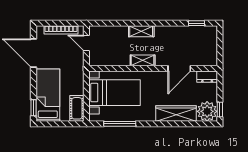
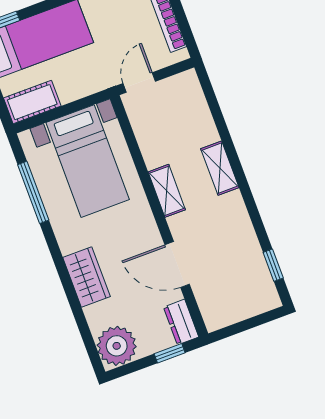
door: (86, 43) -> (139, 82), moved
window: (220, 109) -> (170, 353), moved
wardrobe: (176, 113) -> (87, 277), width x0.67

